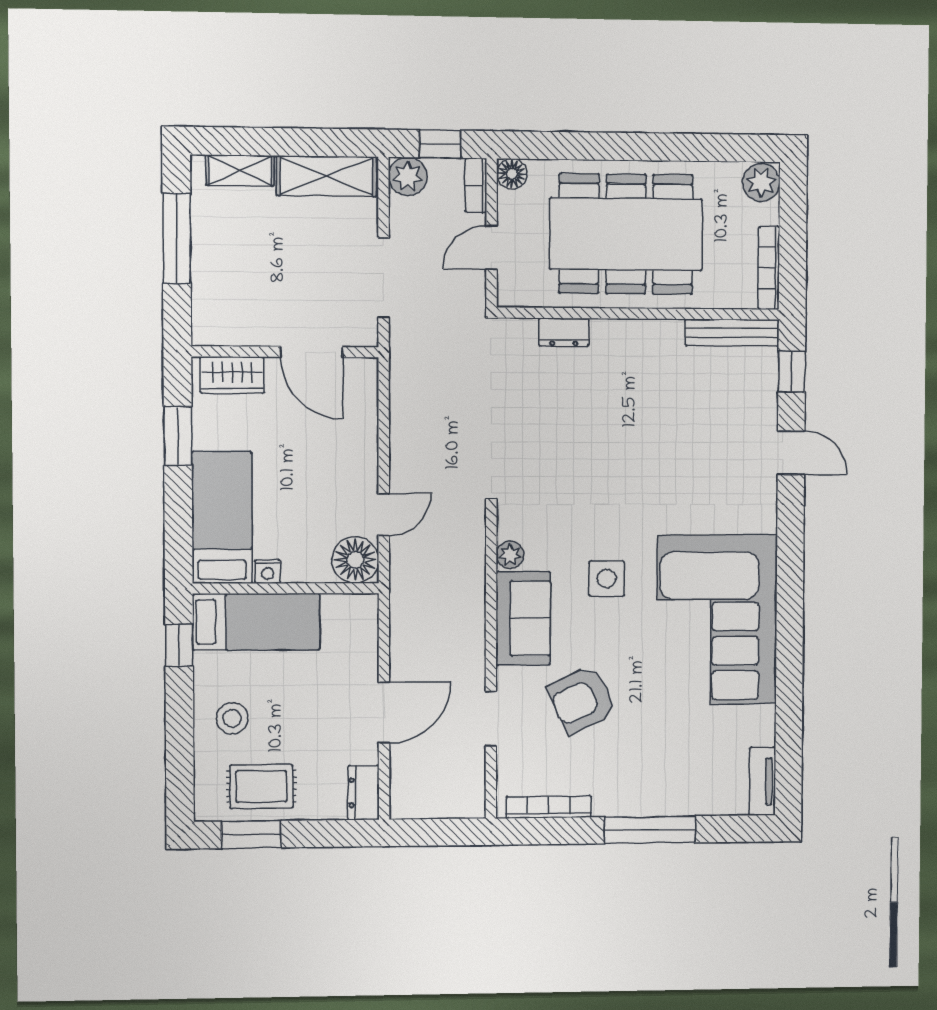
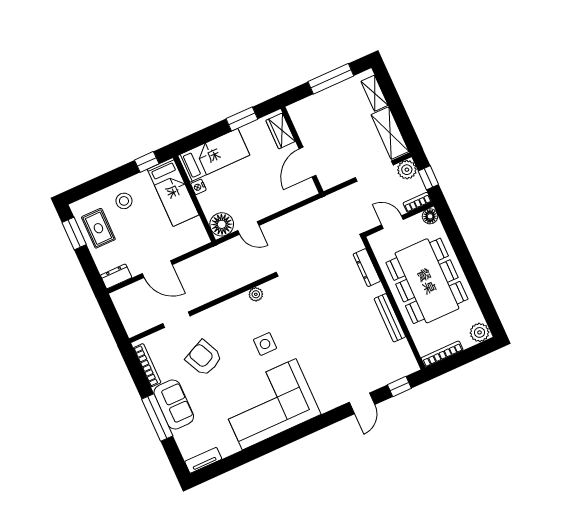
doorway: (384, 278) -> (374, 171), moved
dresser: (564, 332) -> (367, 268), width x1.44
bench: (732, 333) -> (390, 318), moved
sofa: (523, 618) -> (174, 405), moved, turned -90

